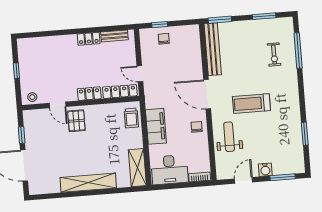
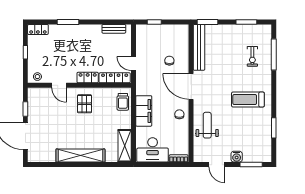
window: (62, 32) -> (68, 22), added
locker: (89, 39) -> (38, 29), moved
chair: (164, 39) -> (169, 61), moved
treadmill: (251, 104) -> (248, 99), moved
pallet: (76, 121) -> (85, 104), moved
door: (244, 180) -> (217, 165), swing flipped

